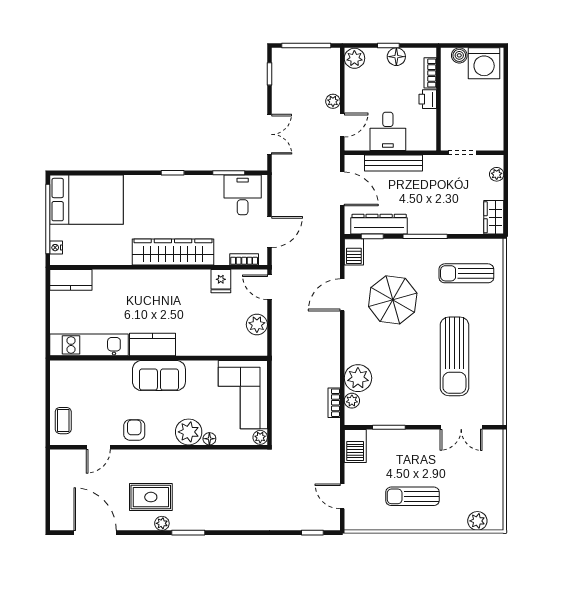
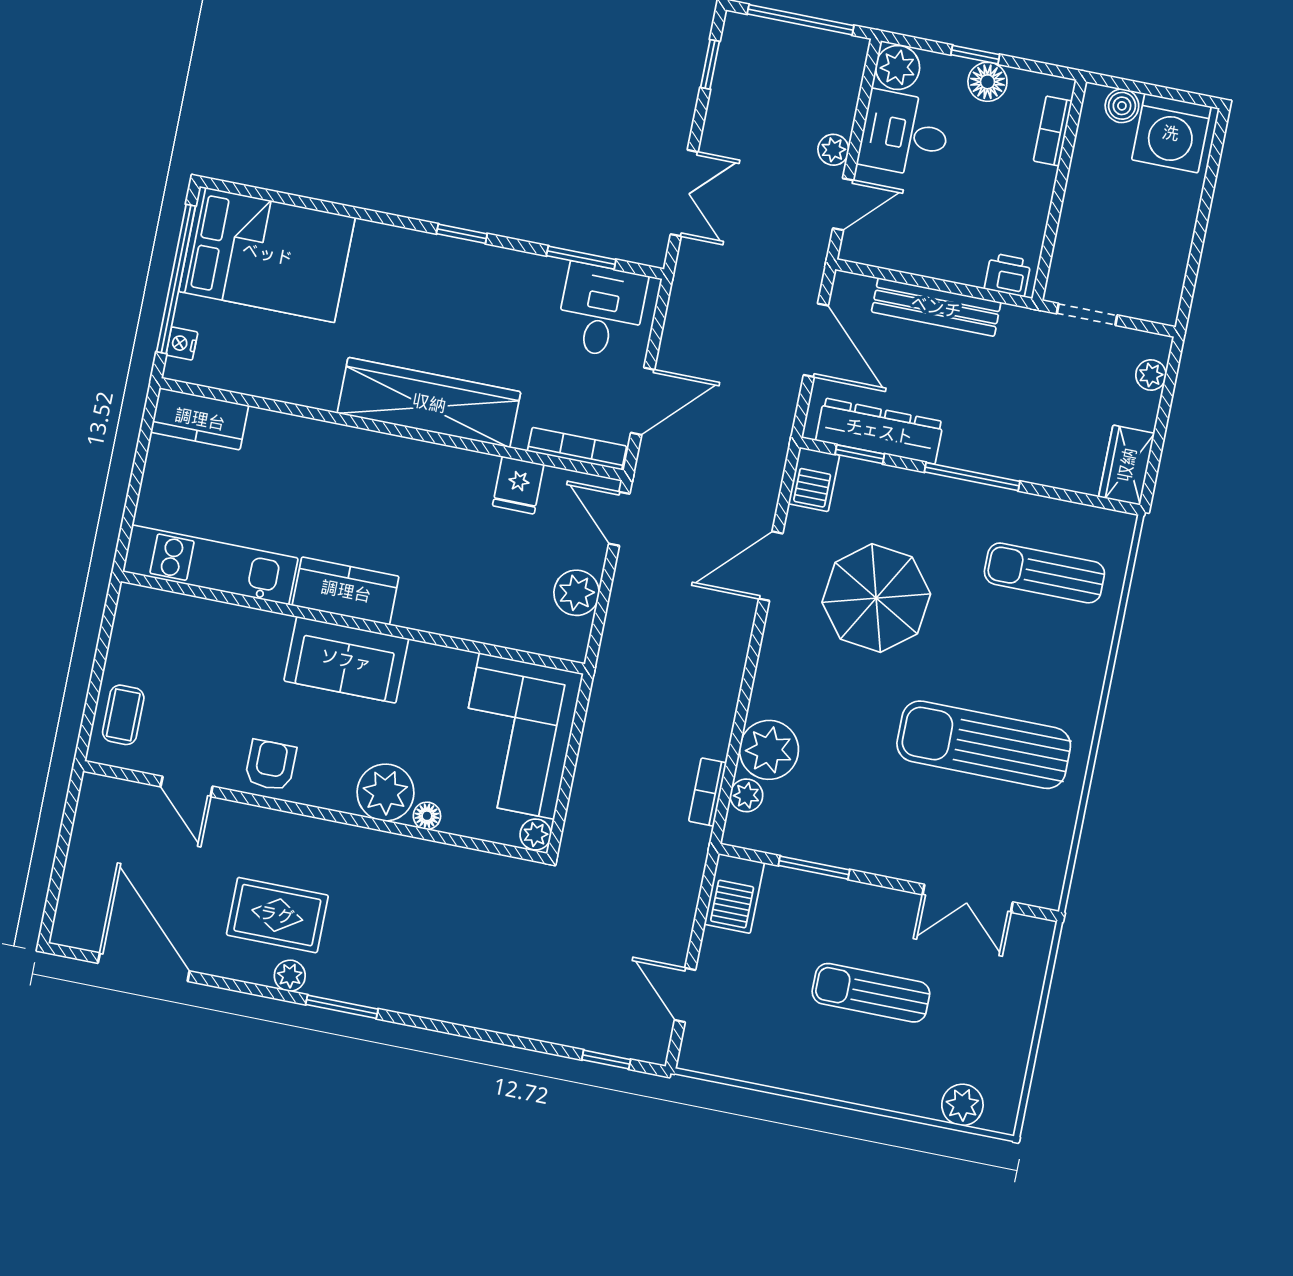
printer: (428, 99) -> (1008, 275), moved, turned 90
desk: (388, 131) -> (905, 134), moved, turned 90
bookcase: (244, 259) -> (577, 449), width x1.56
sun lounger: (454, 356) -> (984, 745), turned 90
door: (98, 447) -> (187, 787), hinge flipped
sun lounger: (412, 496) -> (871, 993), moved

